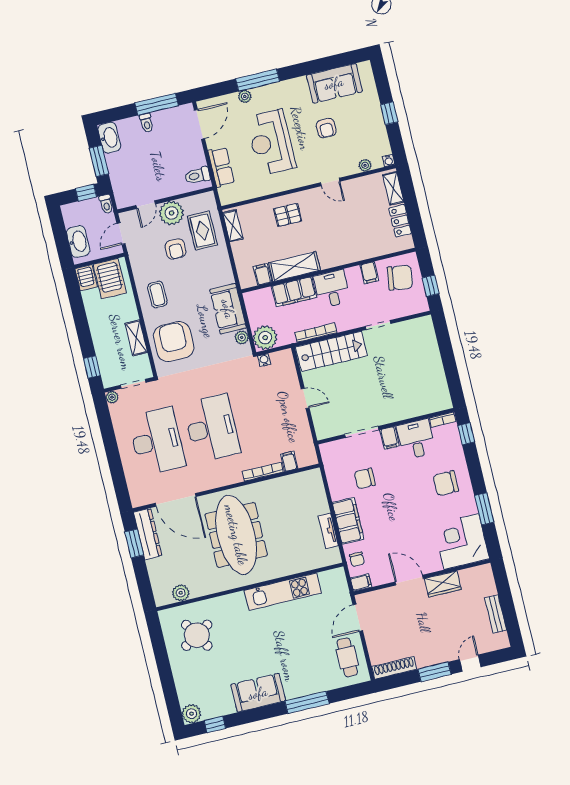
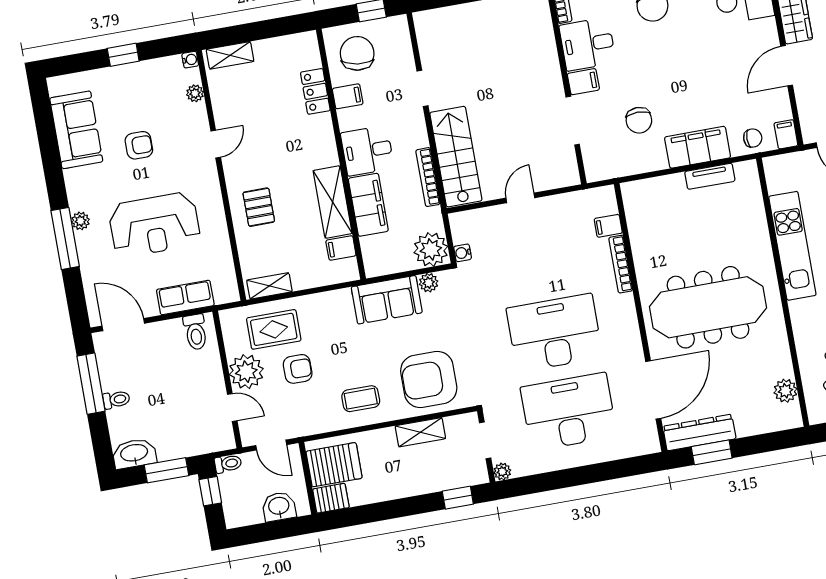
plant: (245, 96) -> (81, 221), moved
locker: (400, 221) -> (315, 91), moved, turned 90
washbasin: (78, 242) -> (279, 507), width x0.72

